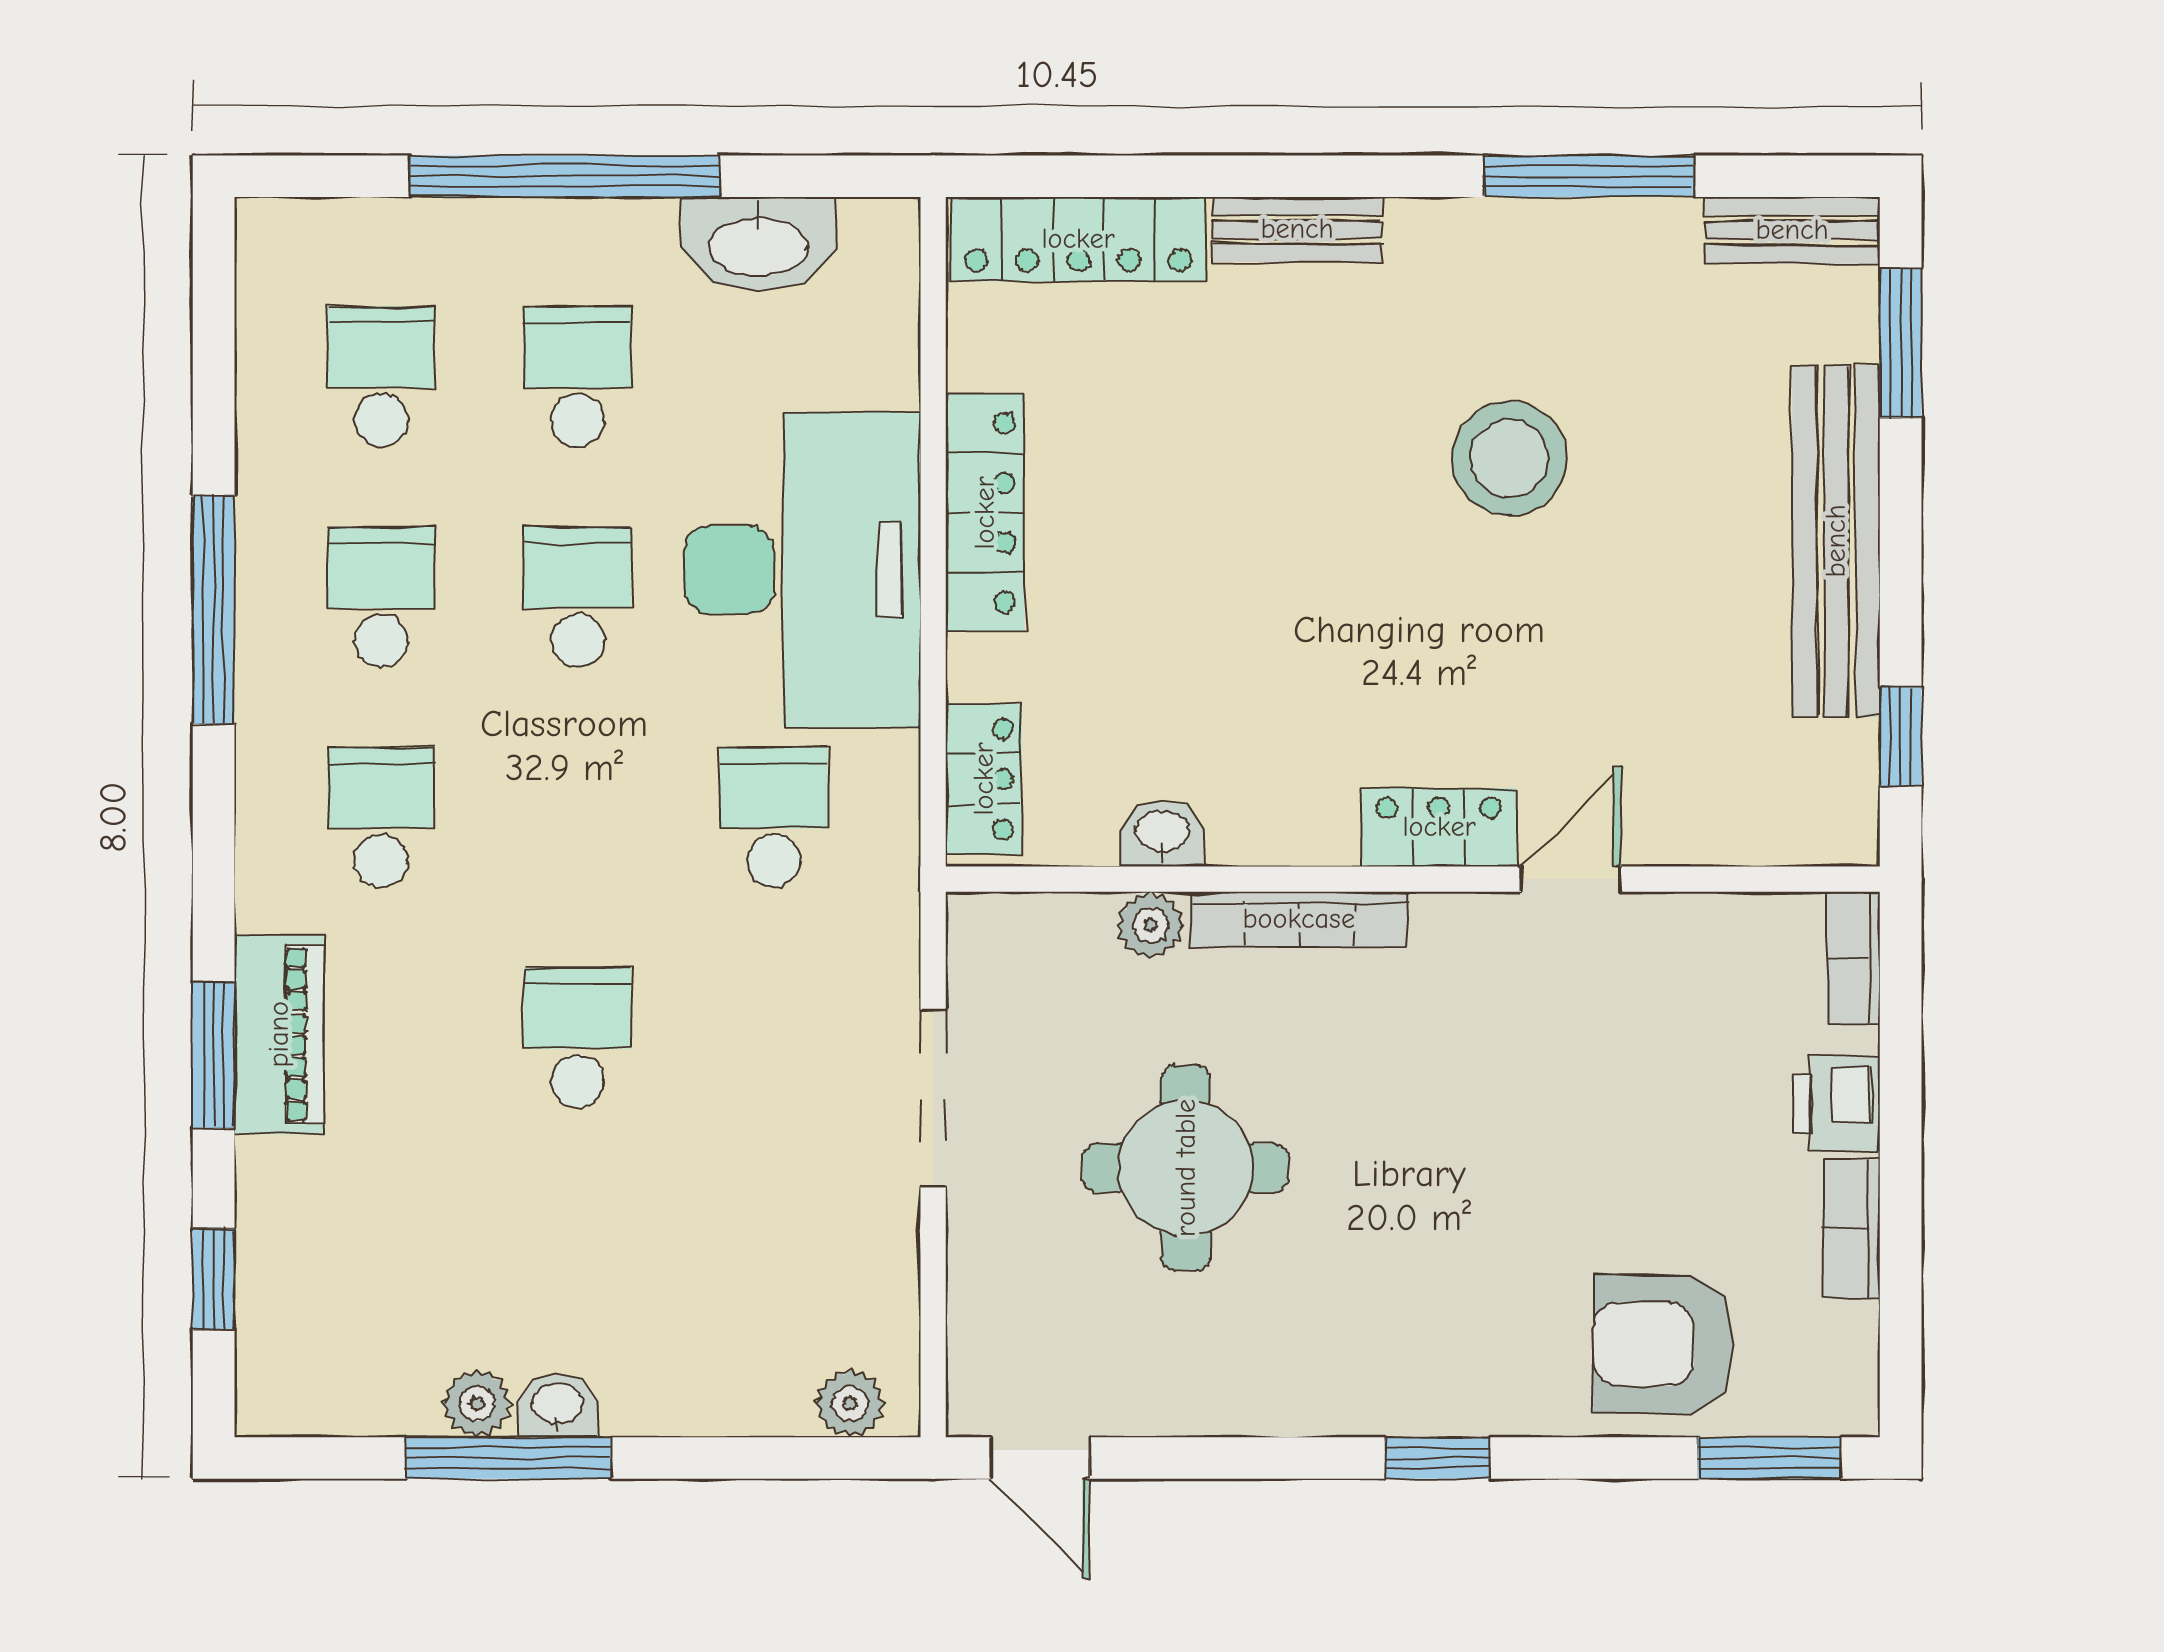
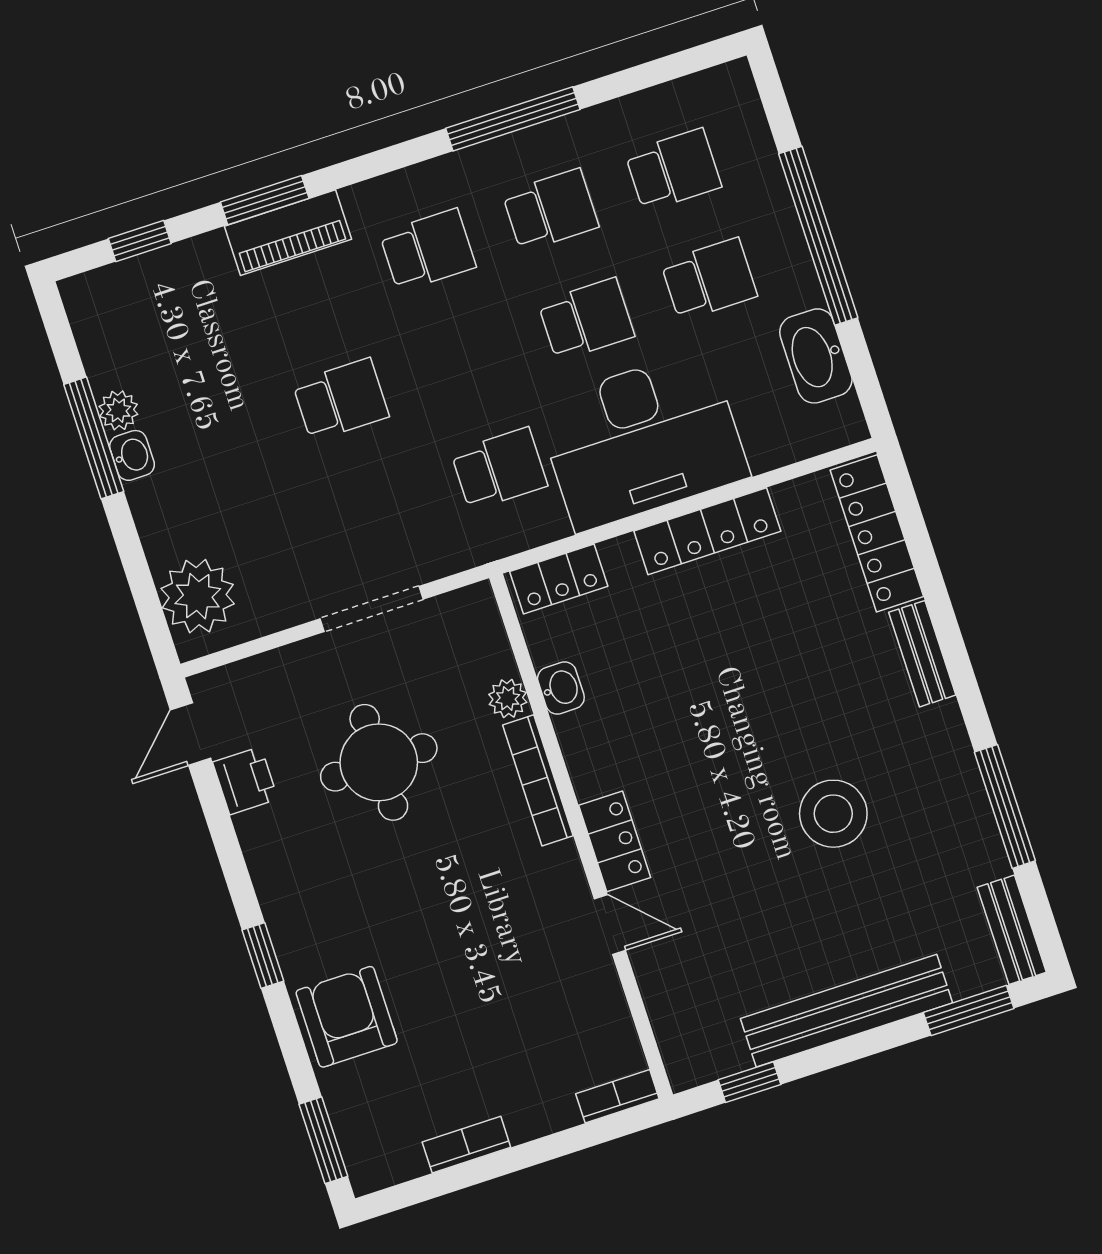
printer: (1837, 1104) -> (245, 781), moved, turned 90
armchair: (1663, 1344) -> (347, 1017), moved
plant: (850, 1403) -> (198, 596), width x1.88, depth x1.88

